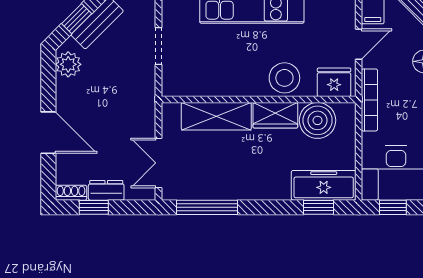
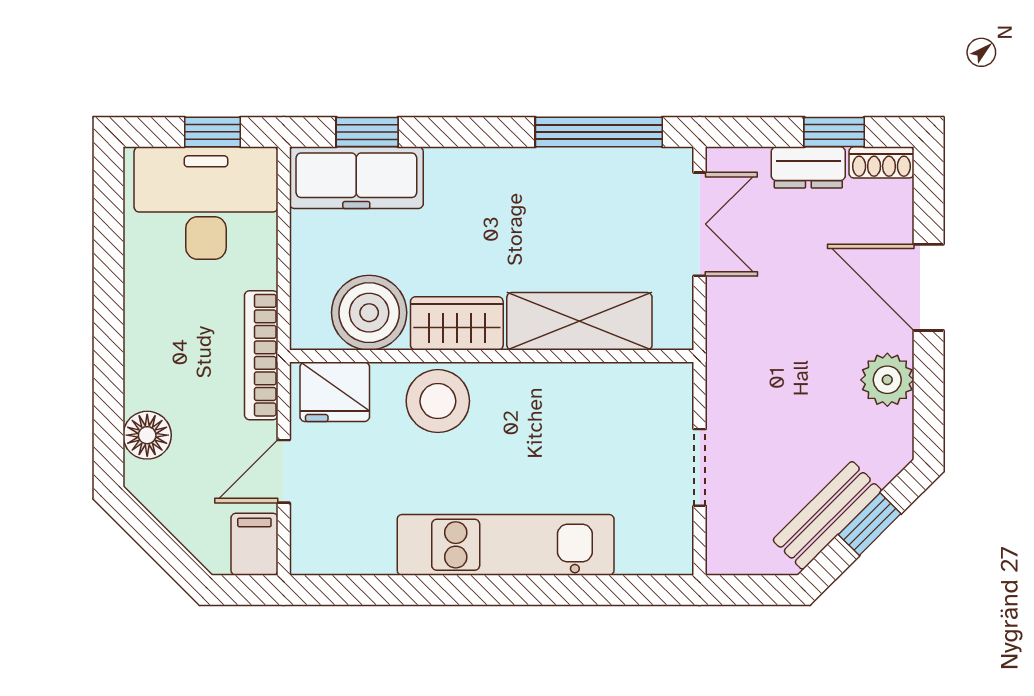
plant: (68, 64) -> (887, 380), moved

